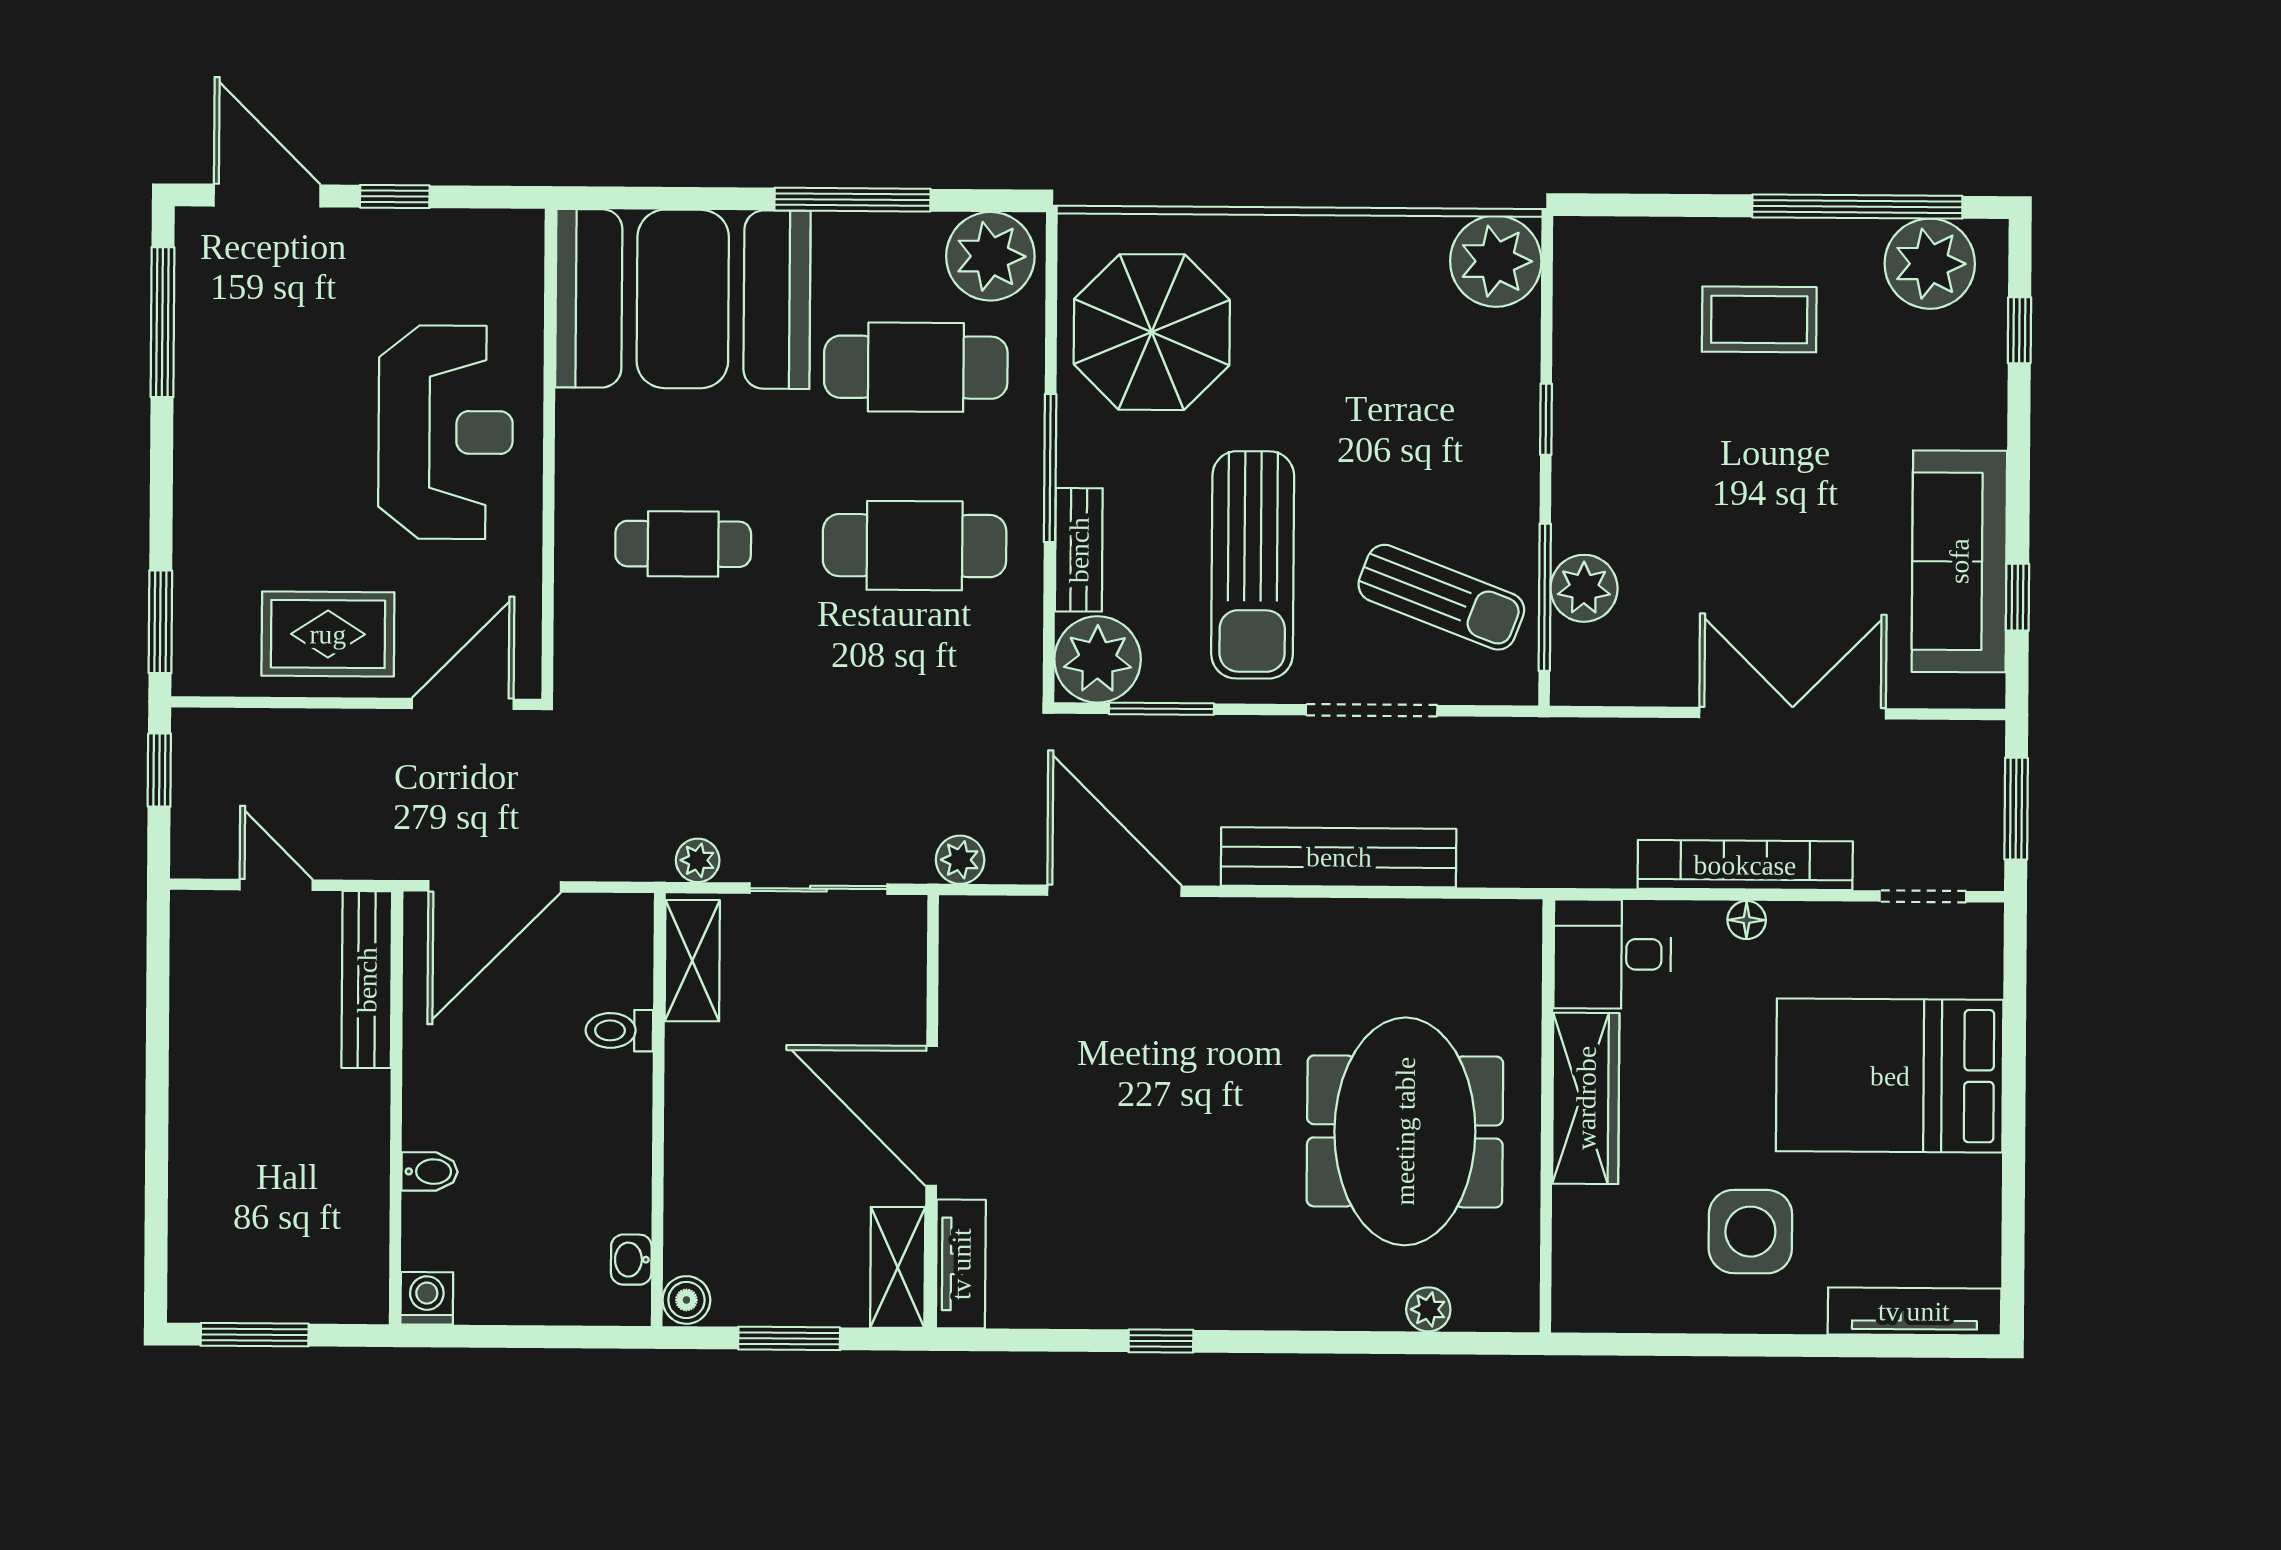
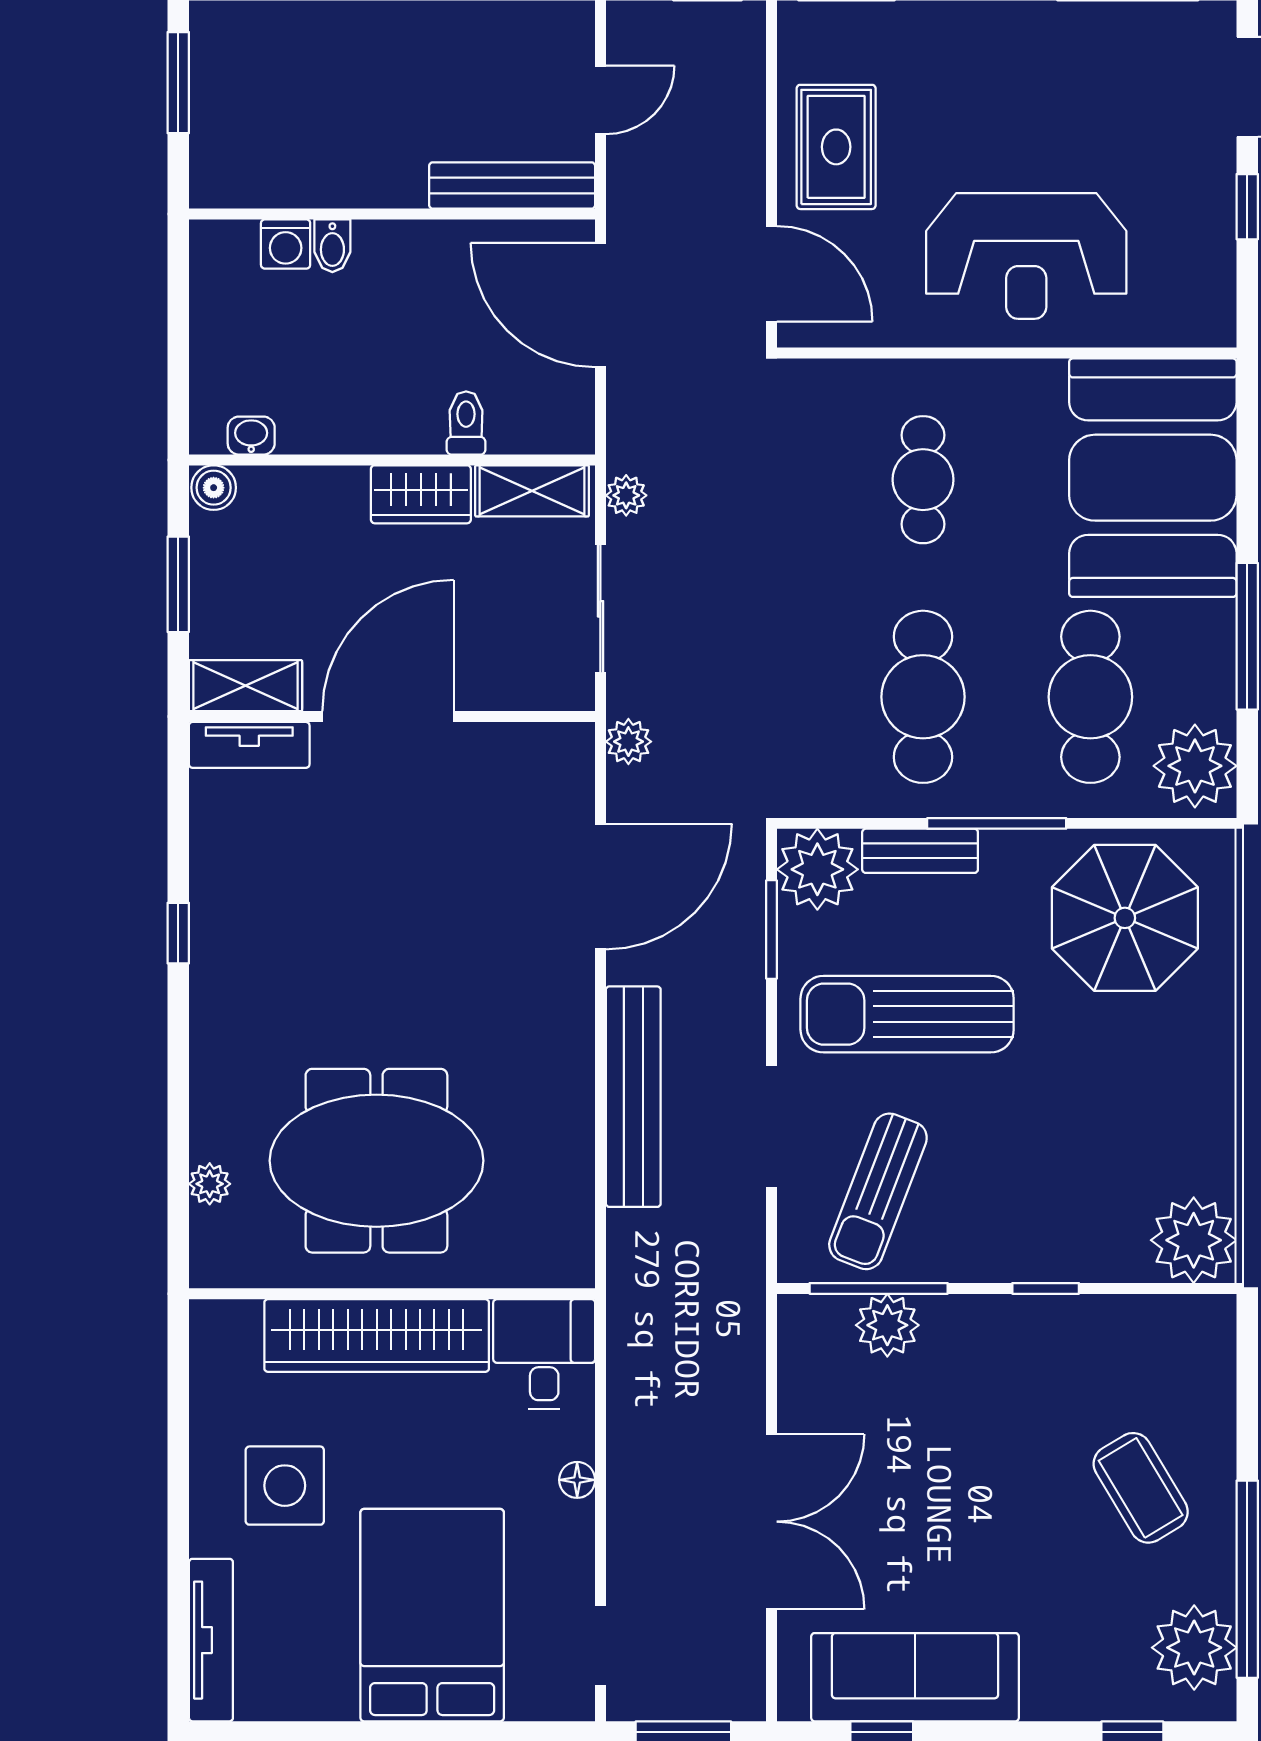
coffee table: (1759, 319) -> (1141, 1488), turned -31
bookcase: (1745, 865) -> (629, 1478), removed
wardrobe: (695, 1079) -> (421, 494), added
wardrobe: (1586, 1098) -> (377, 1335), width x1.40, depth x1.17
washing machine: (427, 1298) -> (286, 244), moved, turned 90

